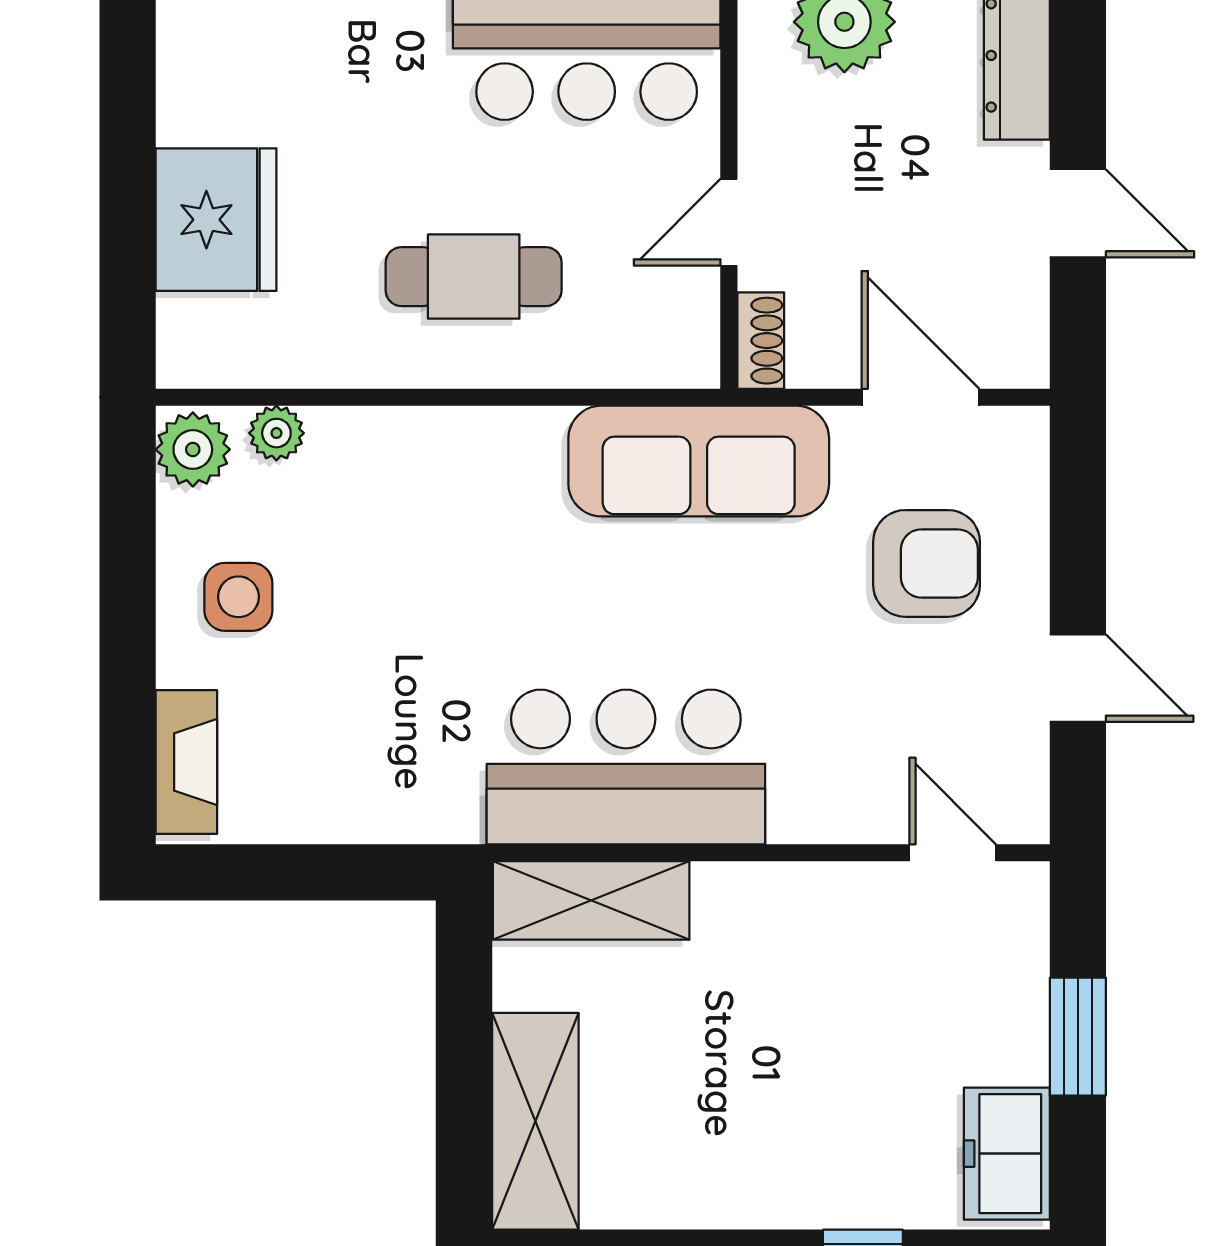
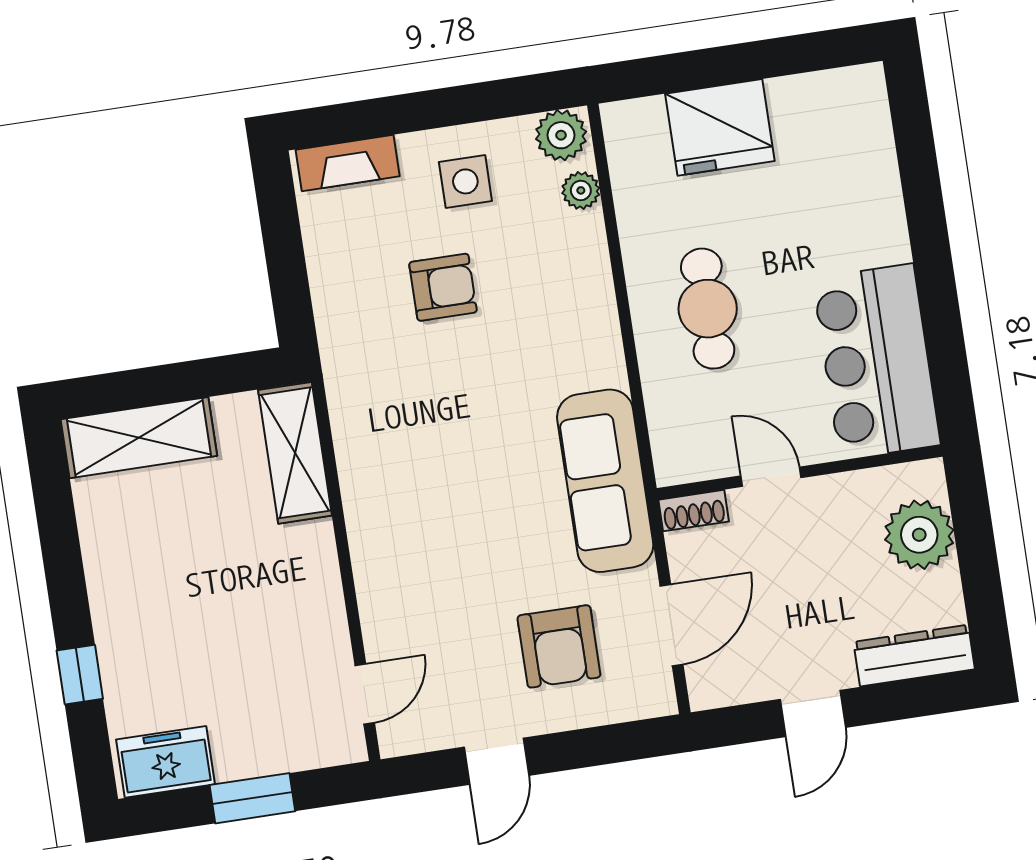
armchair: (386, 652) -> (443, 287), added
bar counter: (626, 767) -> (390, 463), removed

